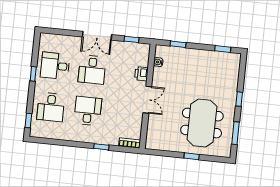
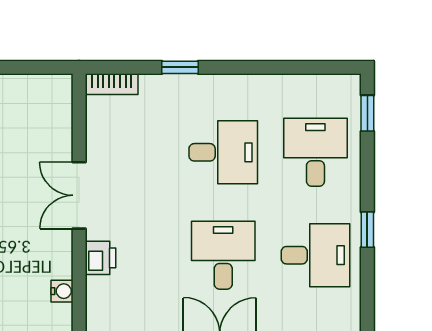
desk: (88, 111) -> (223, 152), turned -90

